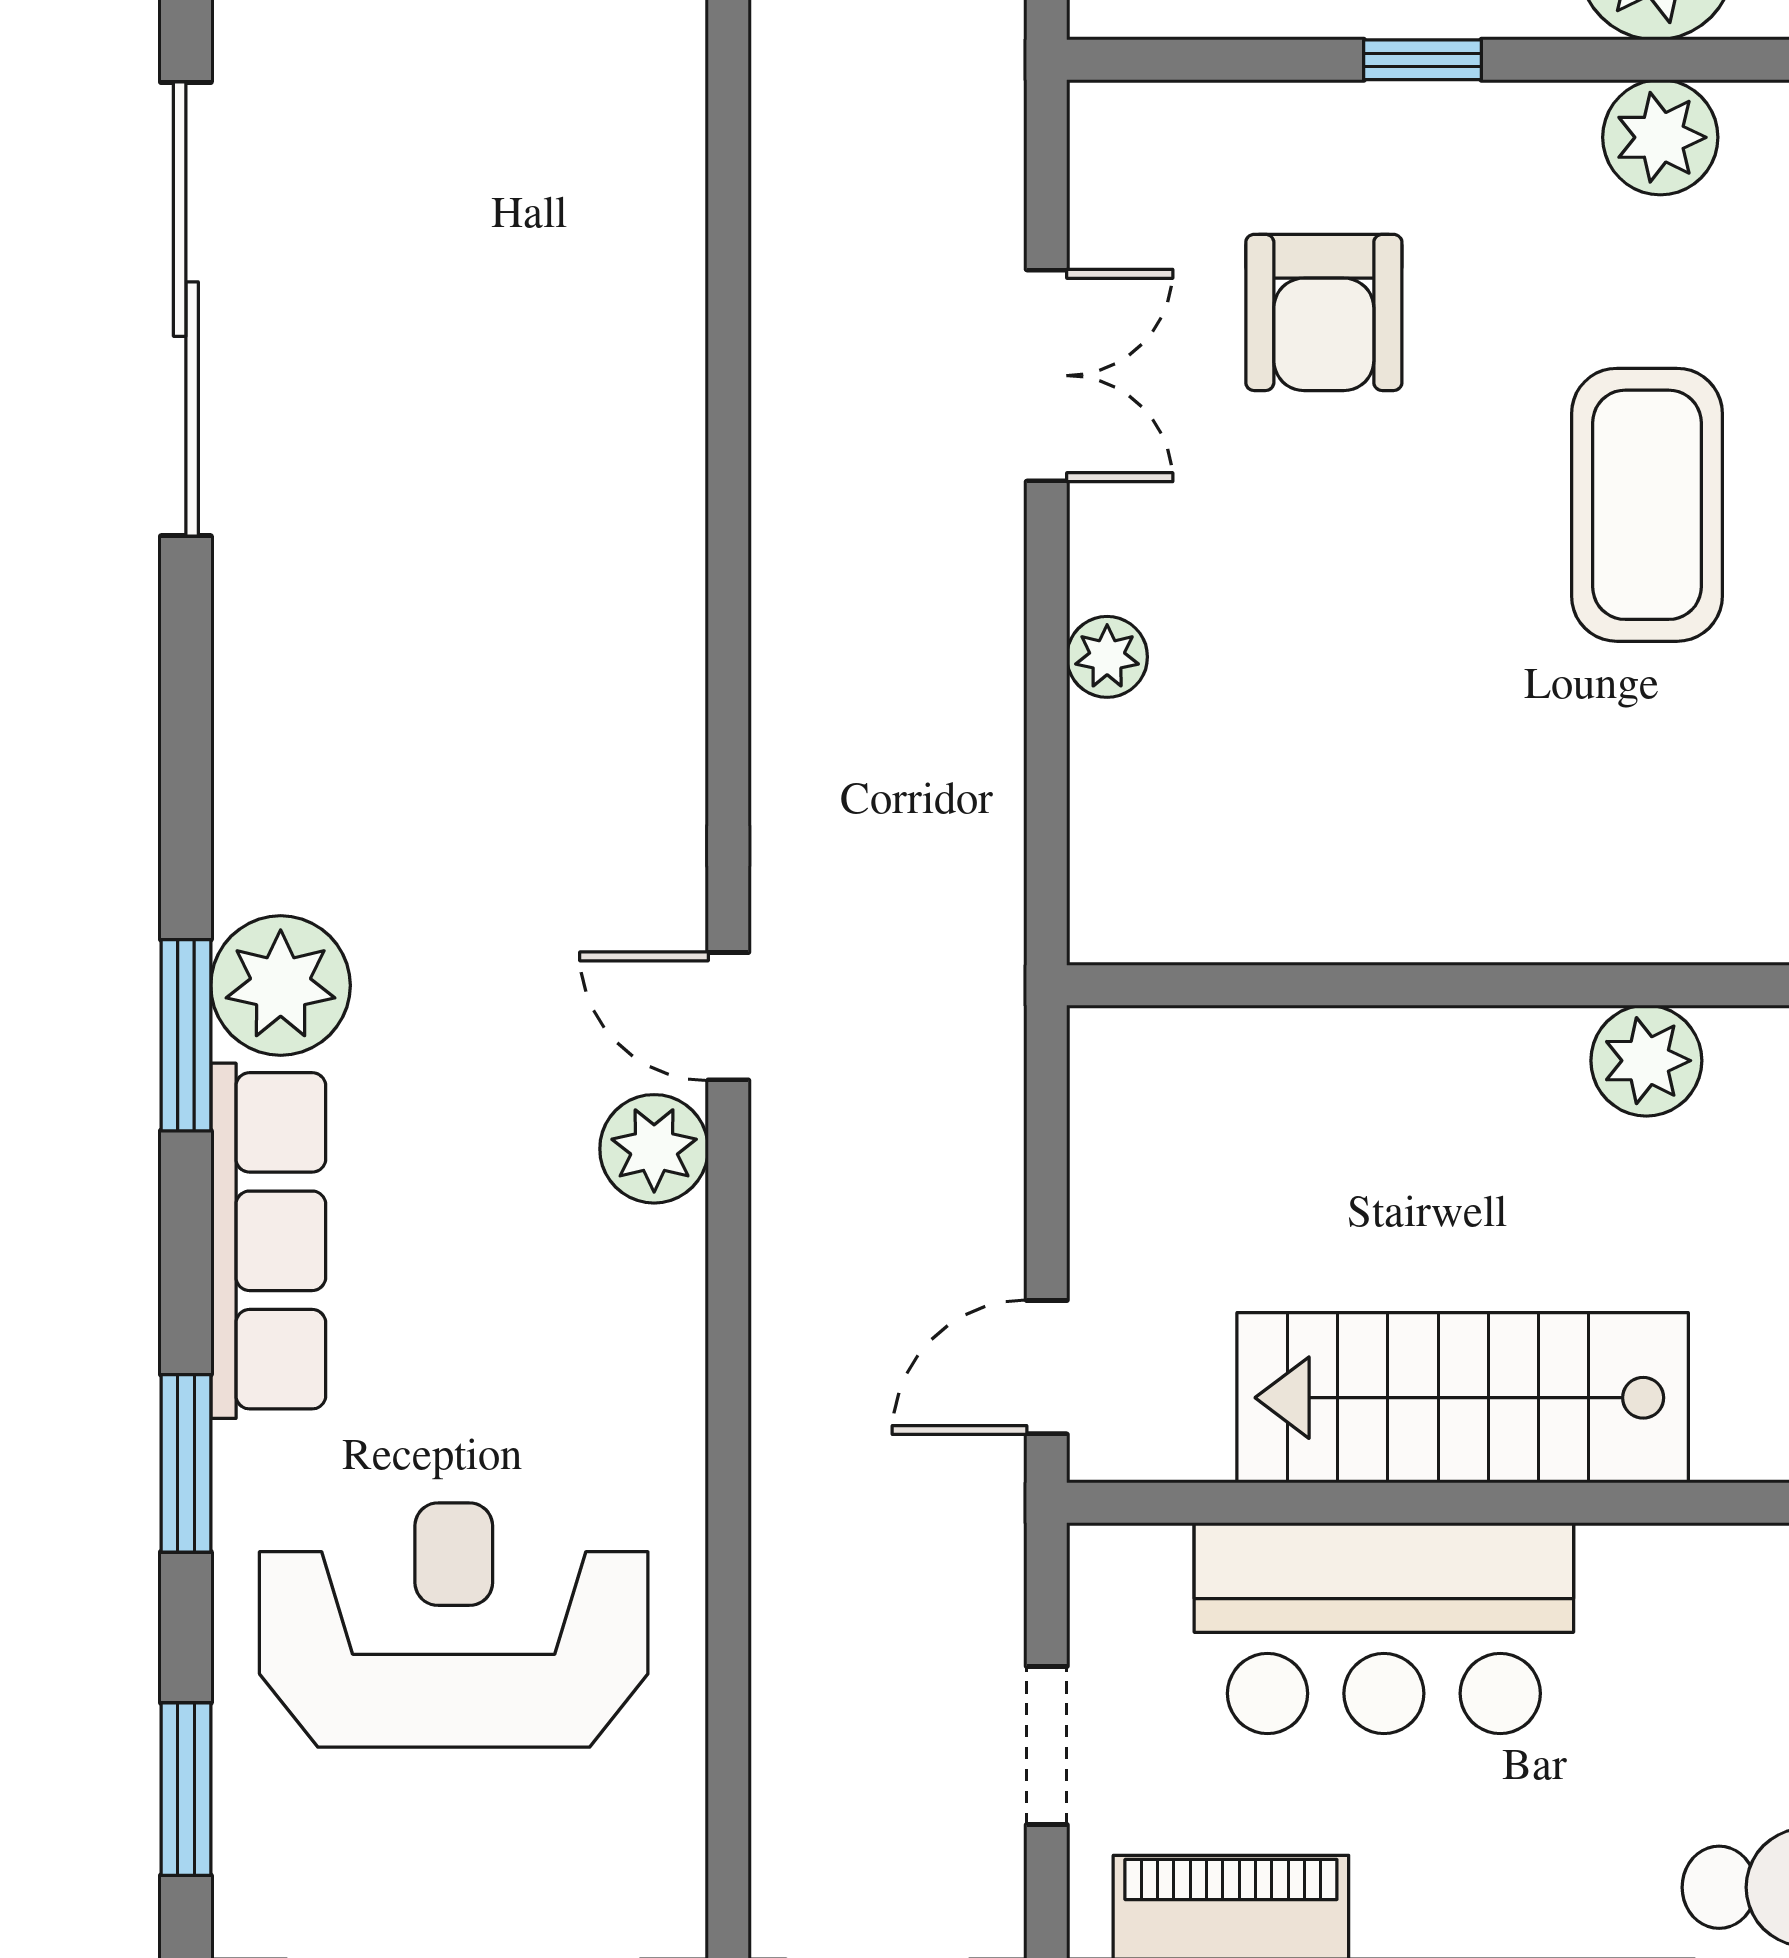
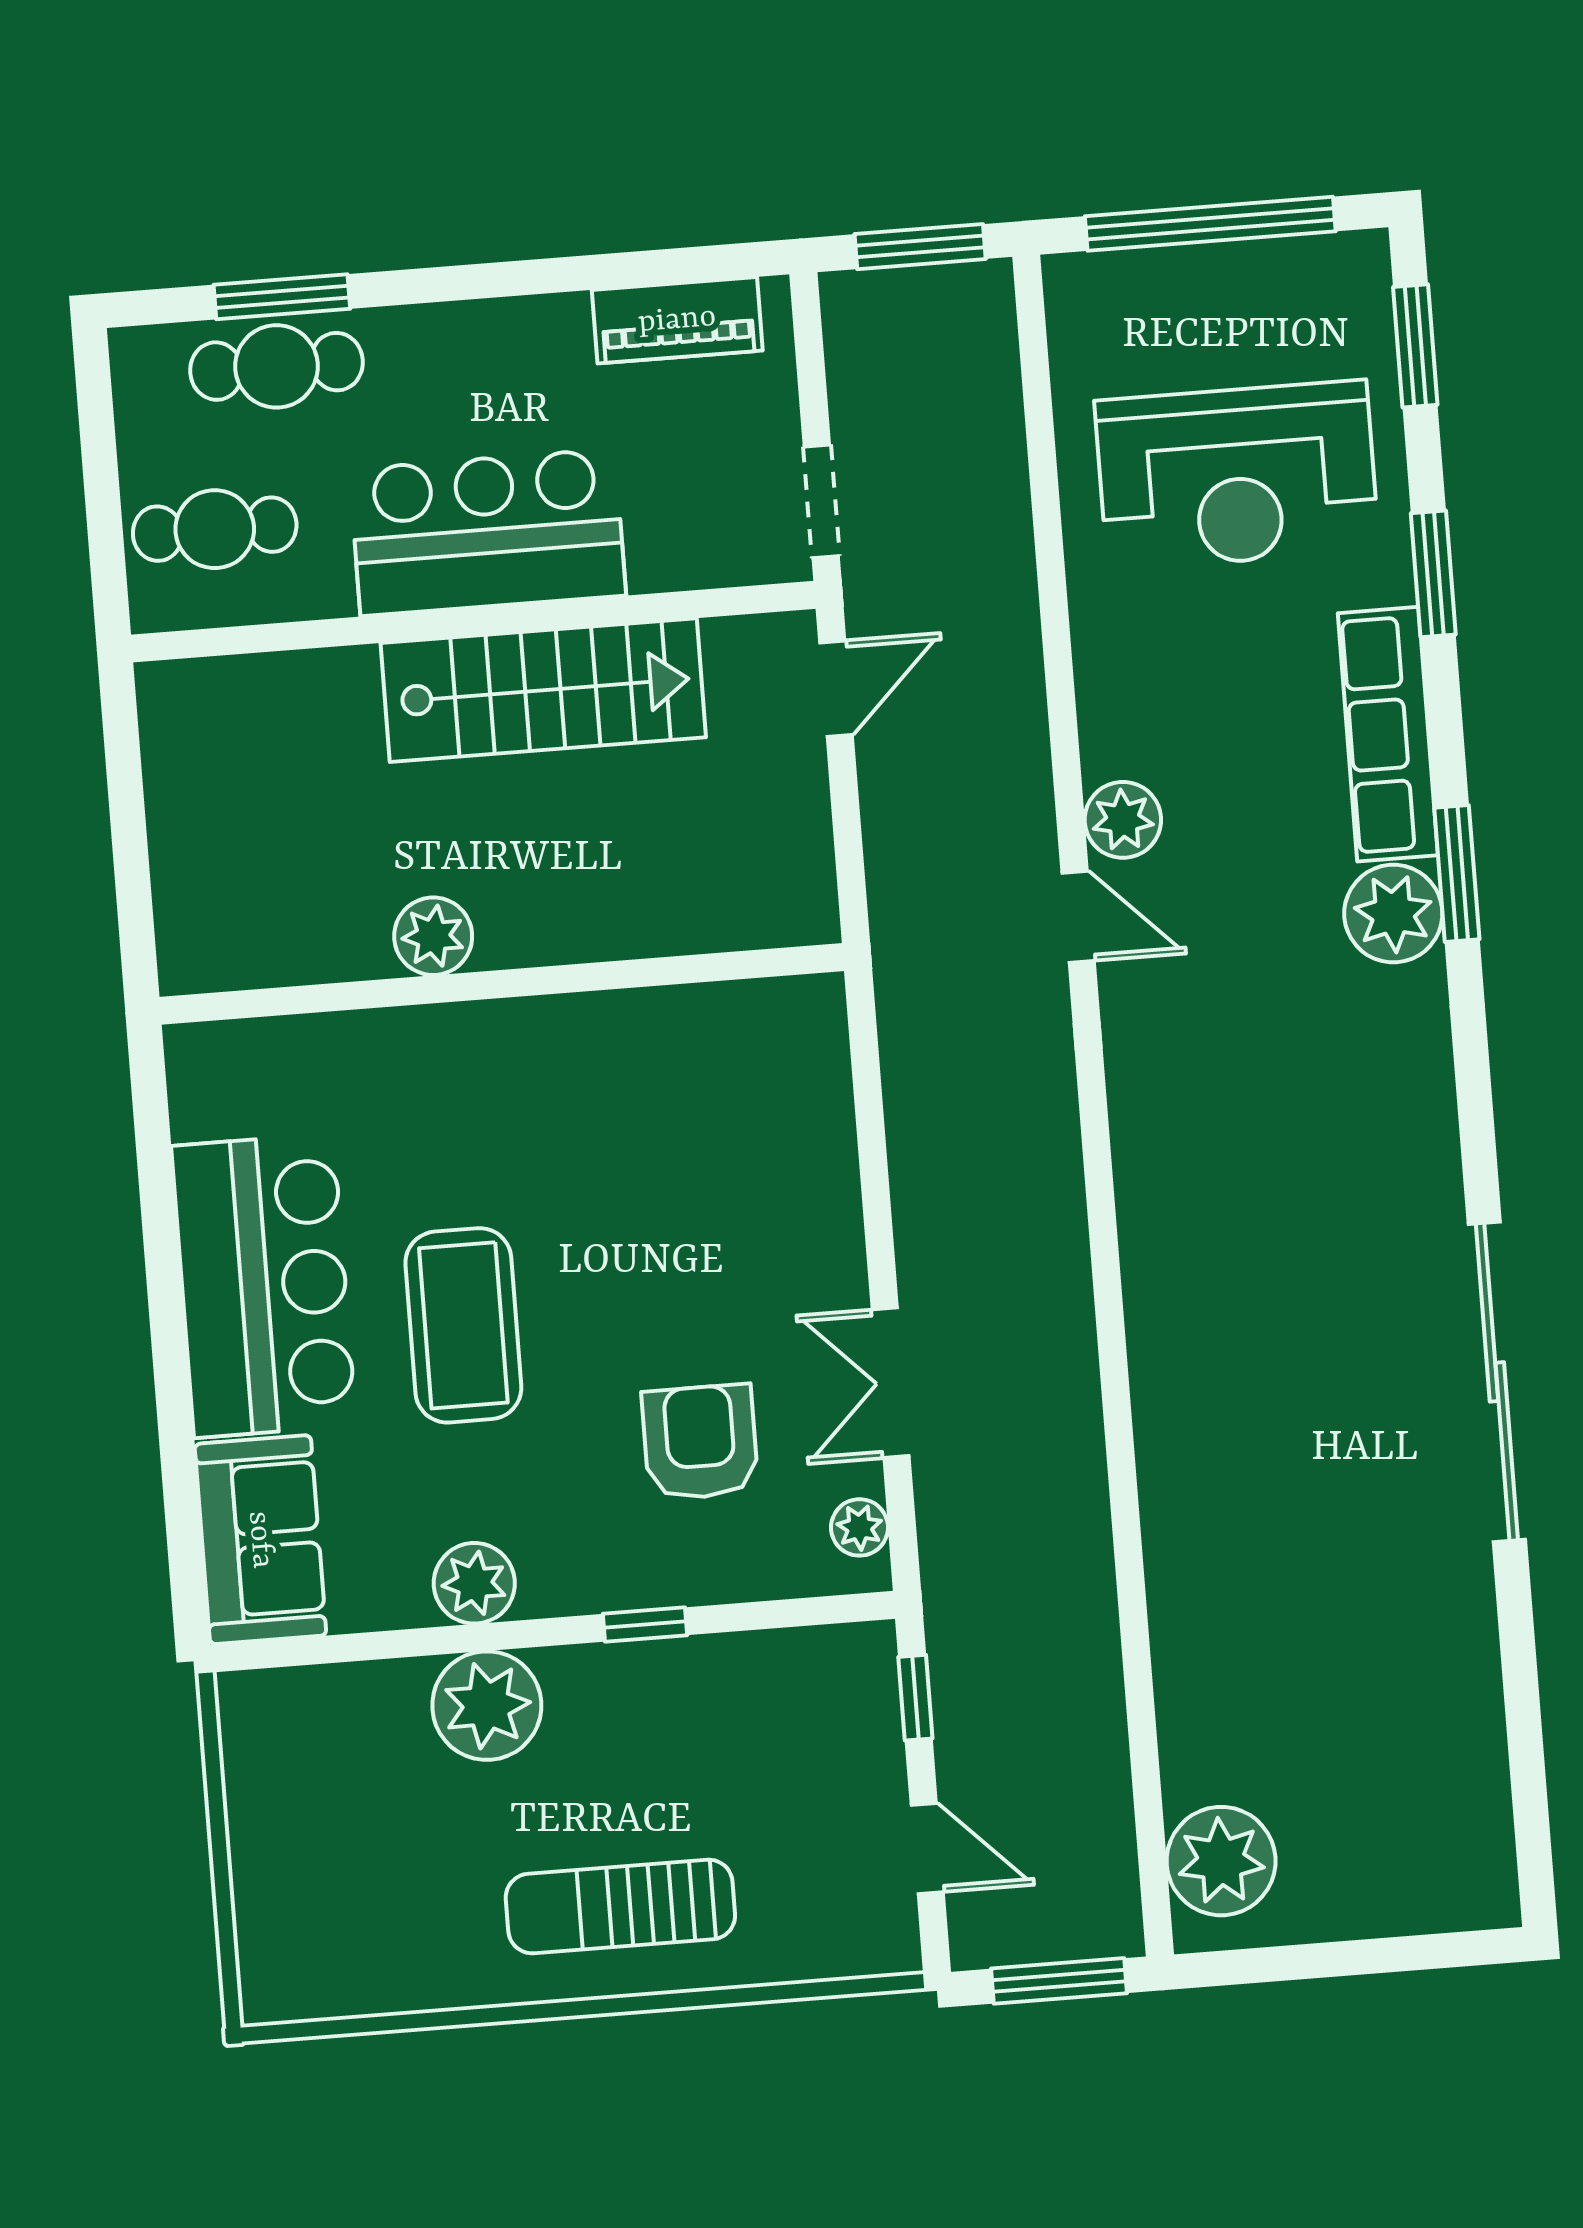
plant: (1107, 657) -> (860, 1527), moved
bar counter: (1384, 1628) -> (488, 532), moved
doorway: (1047, 1745) -> (821, 501), moved

